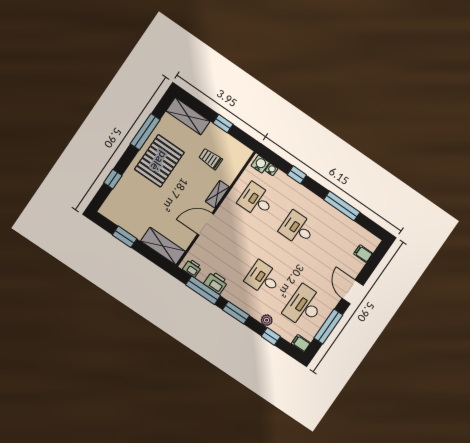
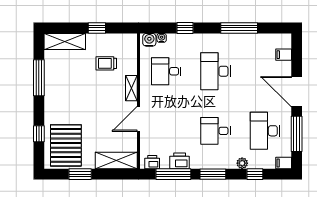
pallet: (159, 161) -> (66, 145), moved
desk: (297, 229) -> (216, 71), width x1.37
door: (352, 292) -> (297, 92), width x1.36

